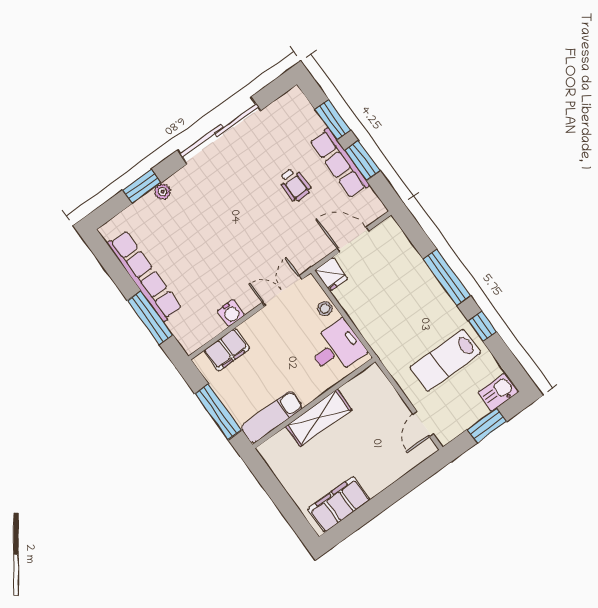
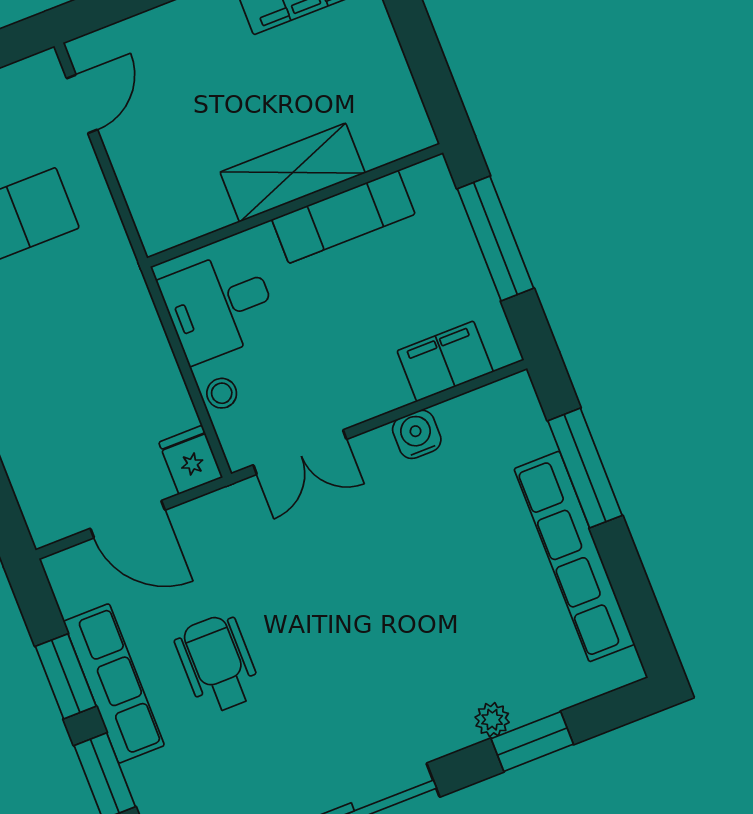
wheelchair: (295, 184) -> (218, 664), width x1.36, depth x1.37
exam couch: (272, 417) -> (343, 217), moved

